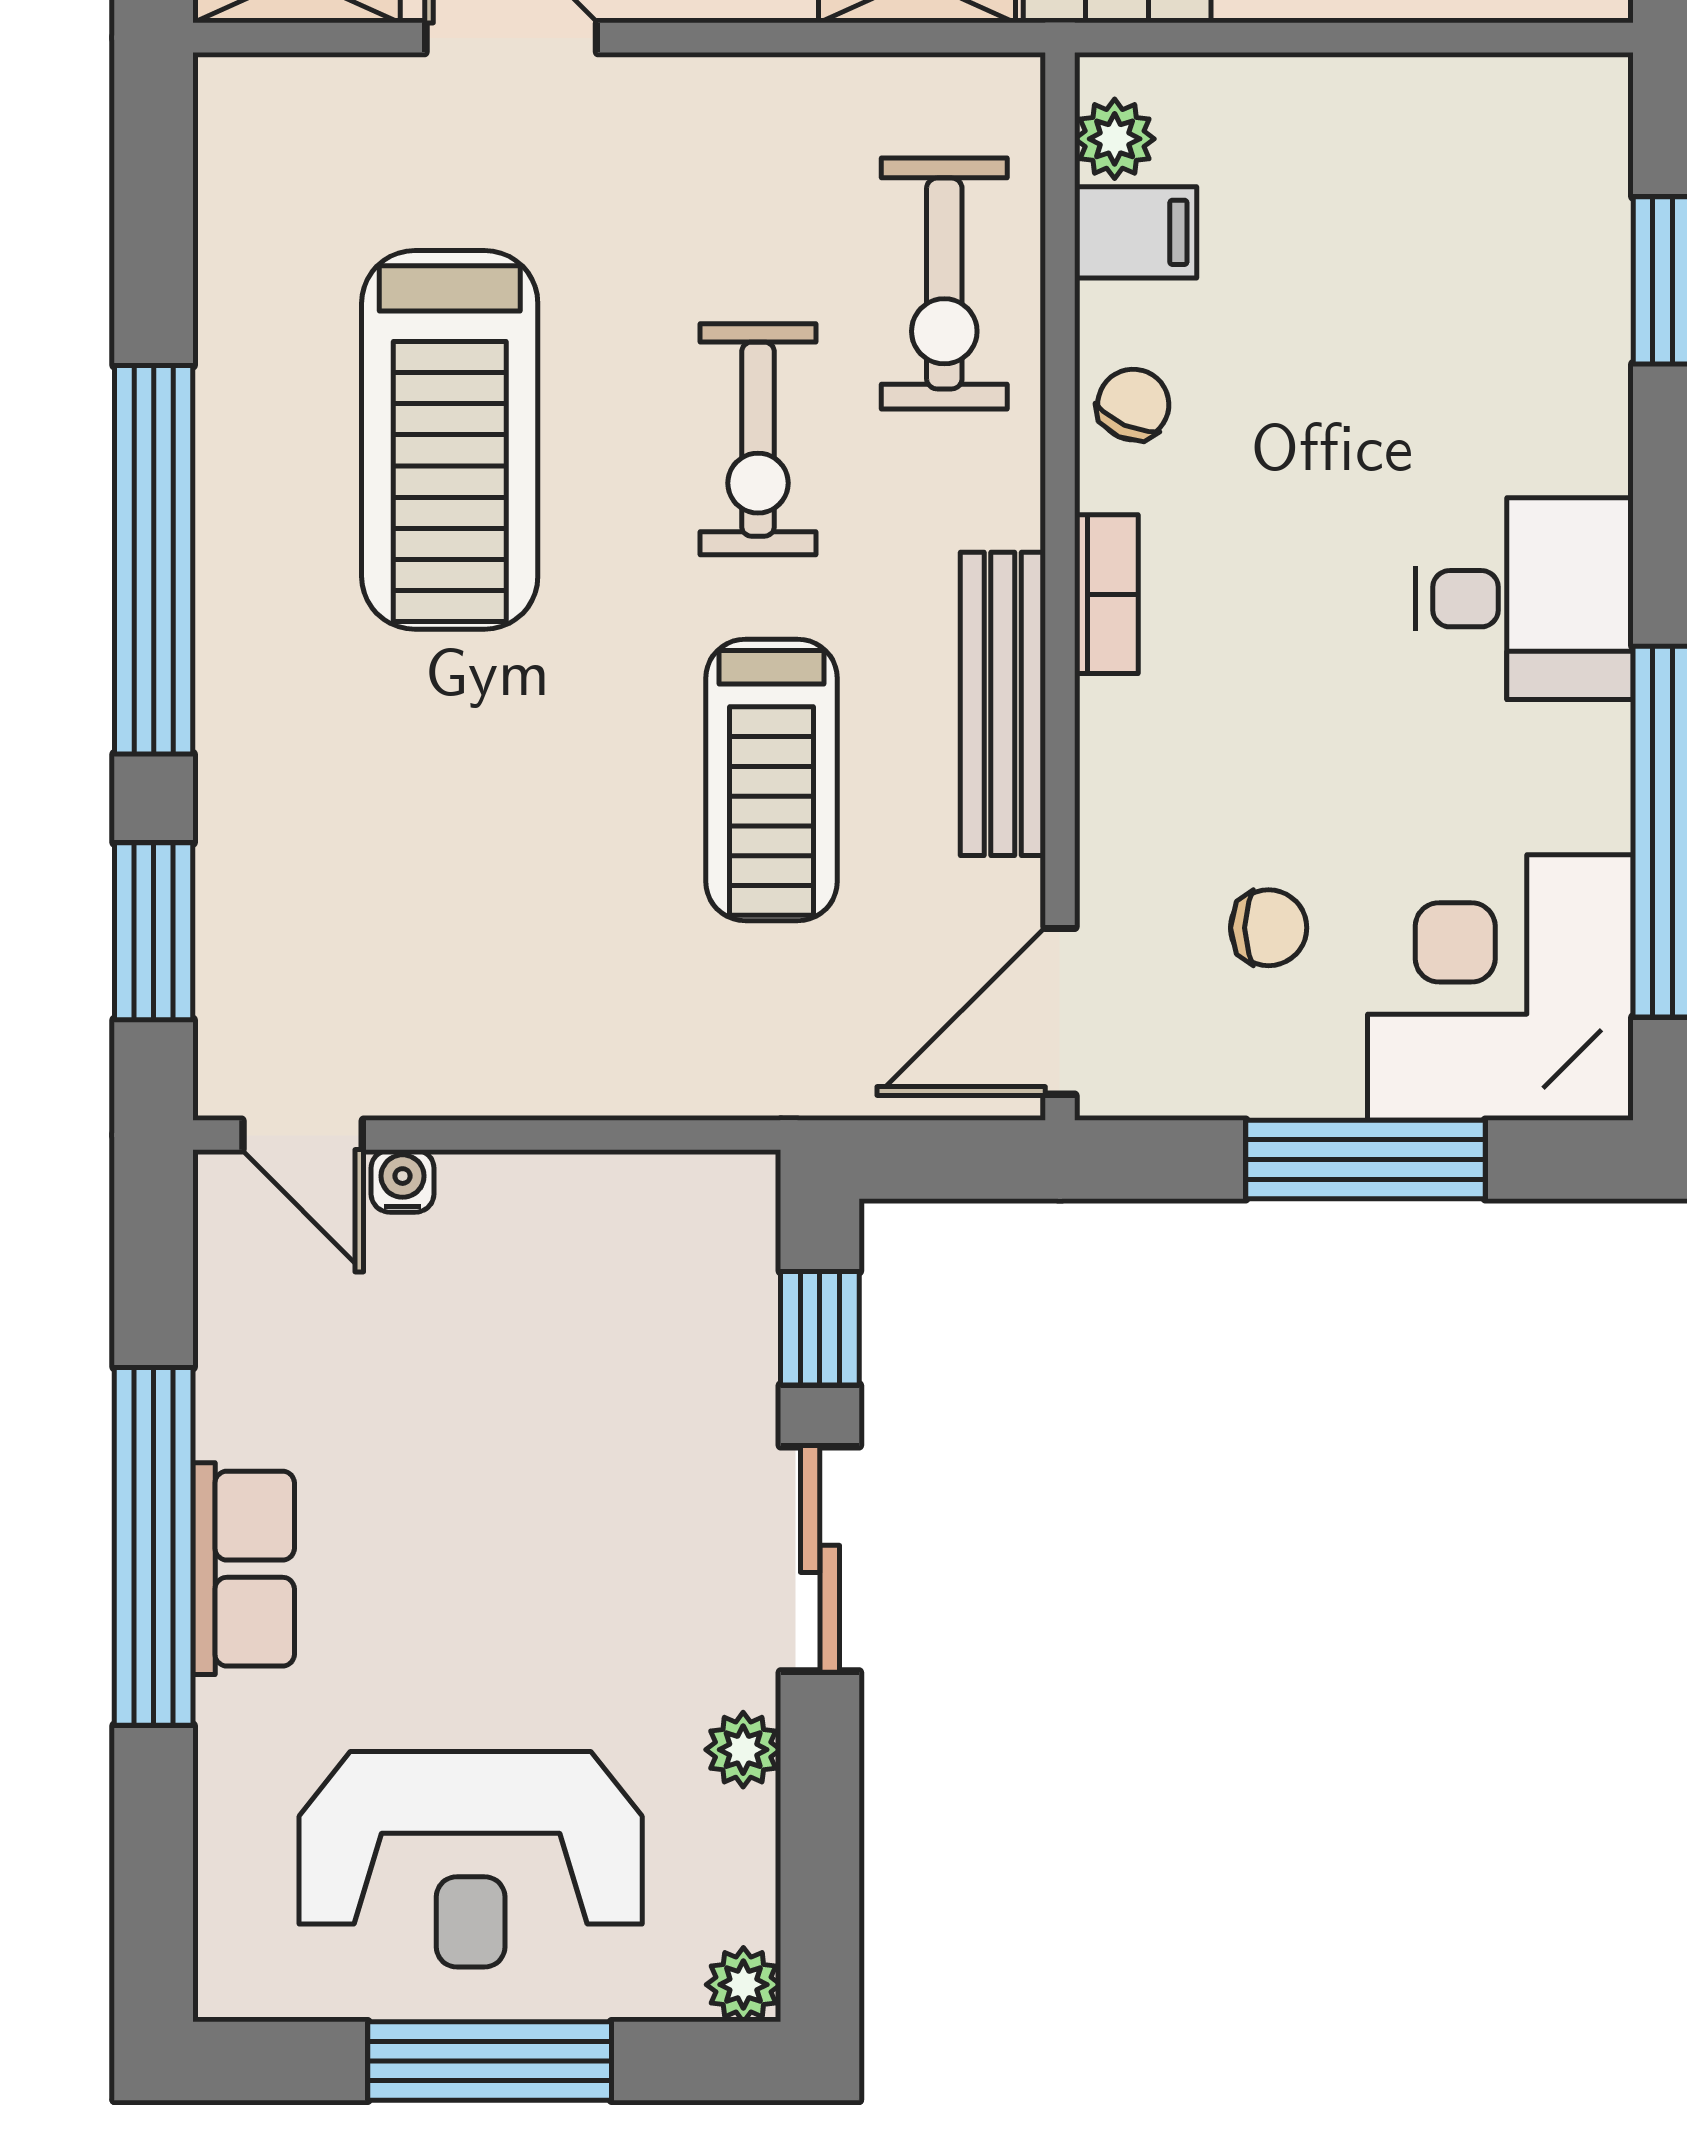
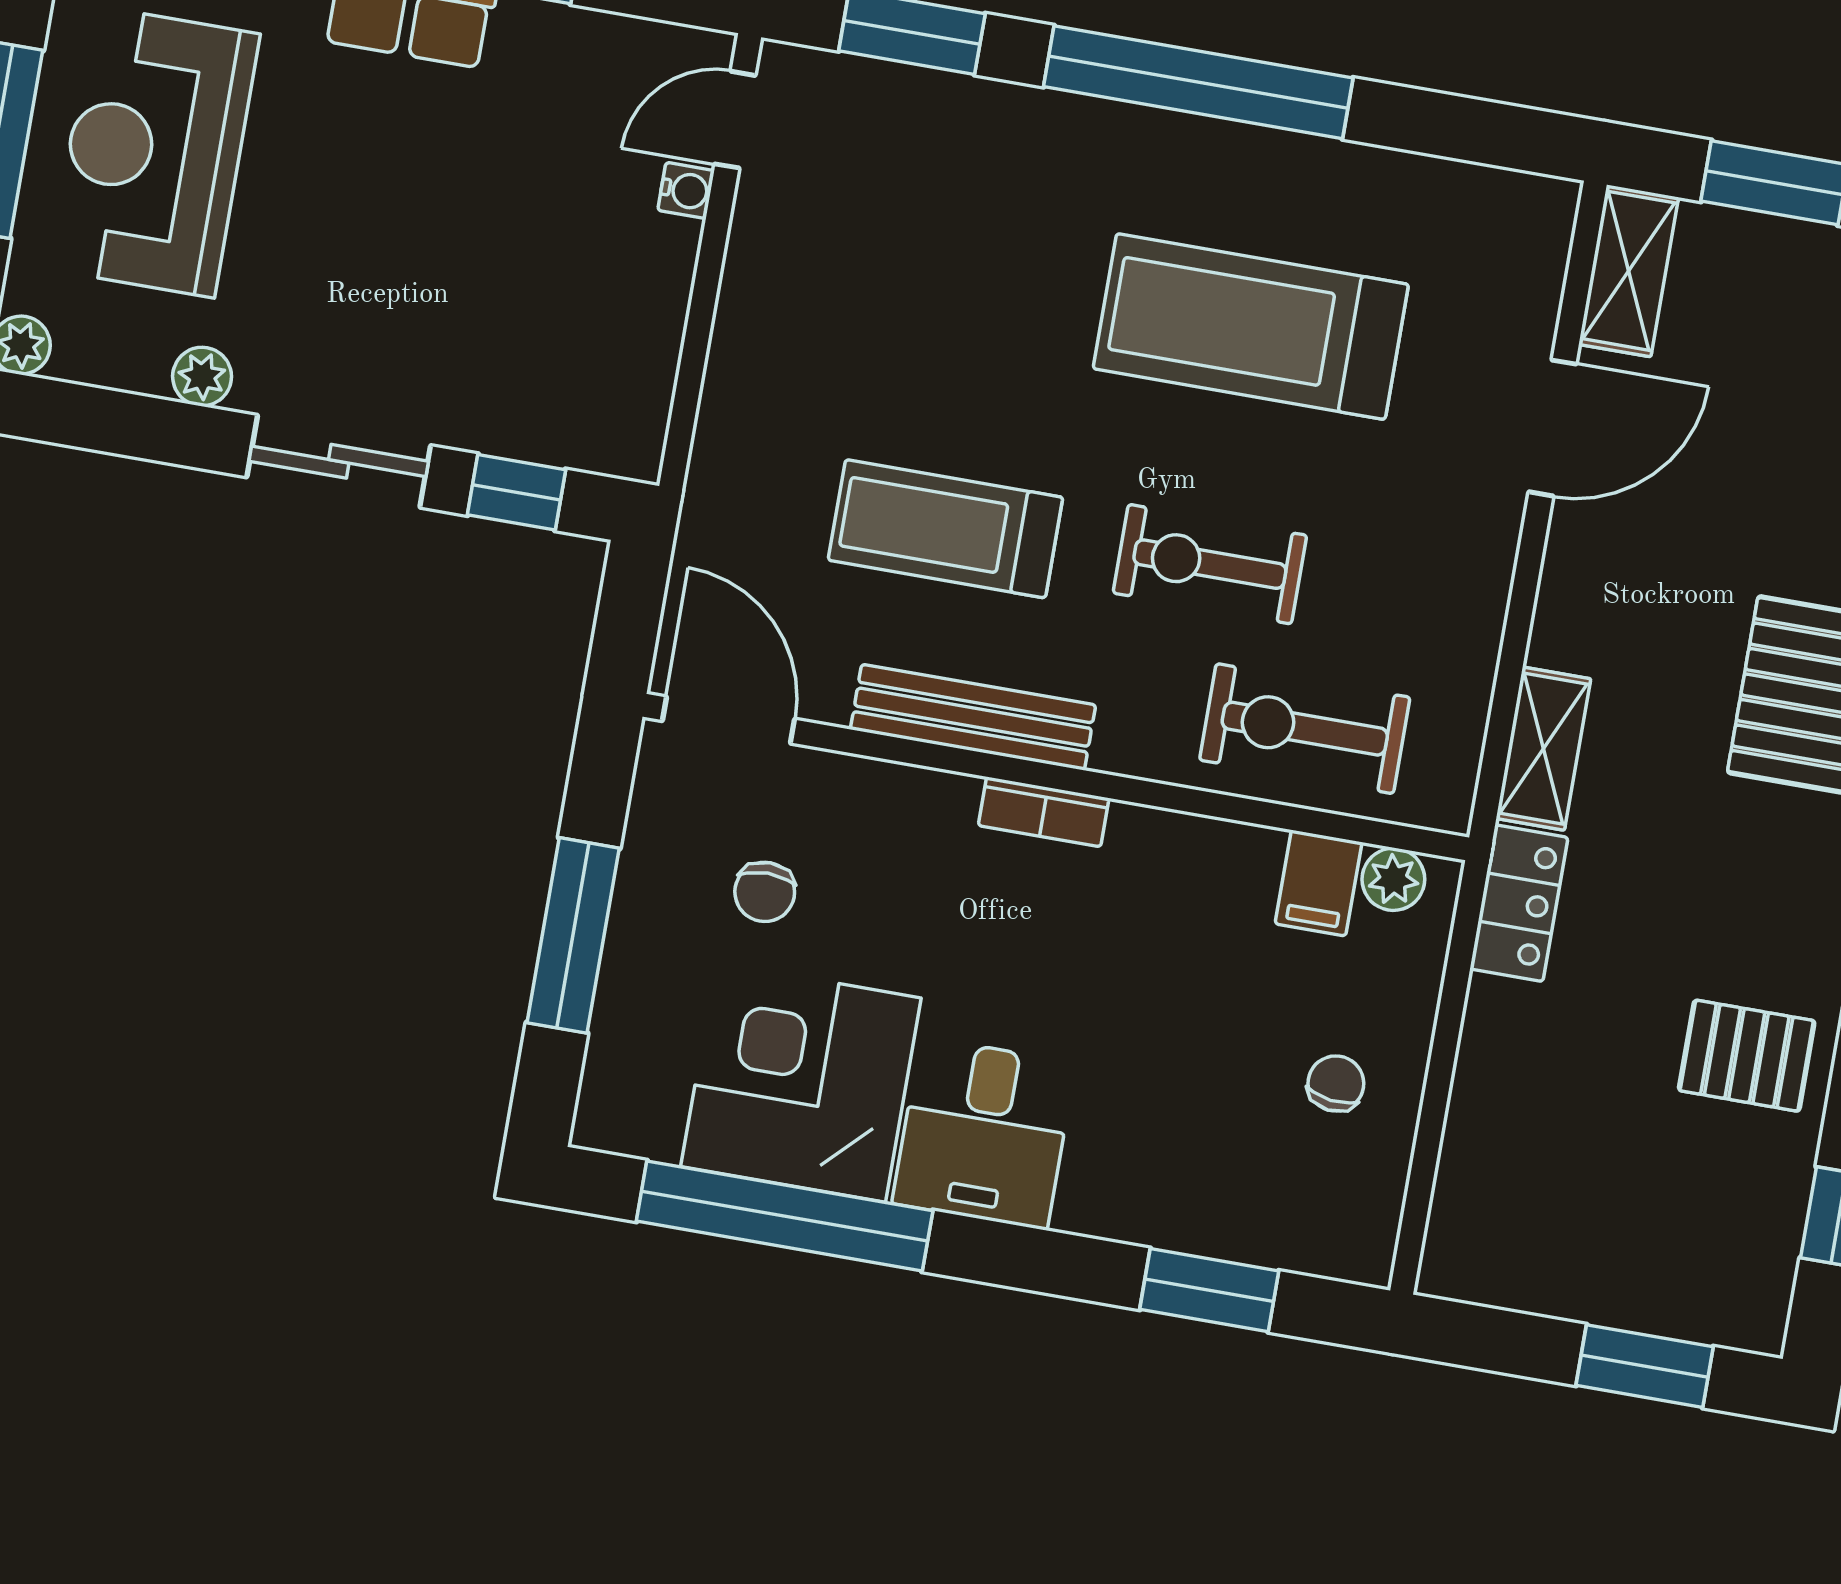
chair: (1133, 405) -> (1336, 1083), moved, turned -107
corner desk: (1500, 987) -> (801, 1082), moved, turned -90

